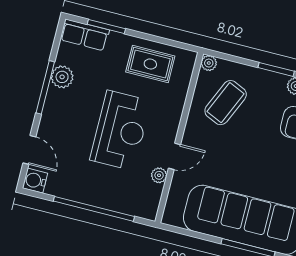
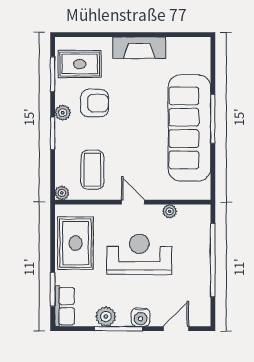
rug: (150, 64) -> (75, 243), width x1.36, depth x1.43
coffee table: (226, 103) -> (92, 170), turned 66
door: (174, 156) -> (133, 202), moved
water cooler: (35, 181) -> (141, 317), moved

